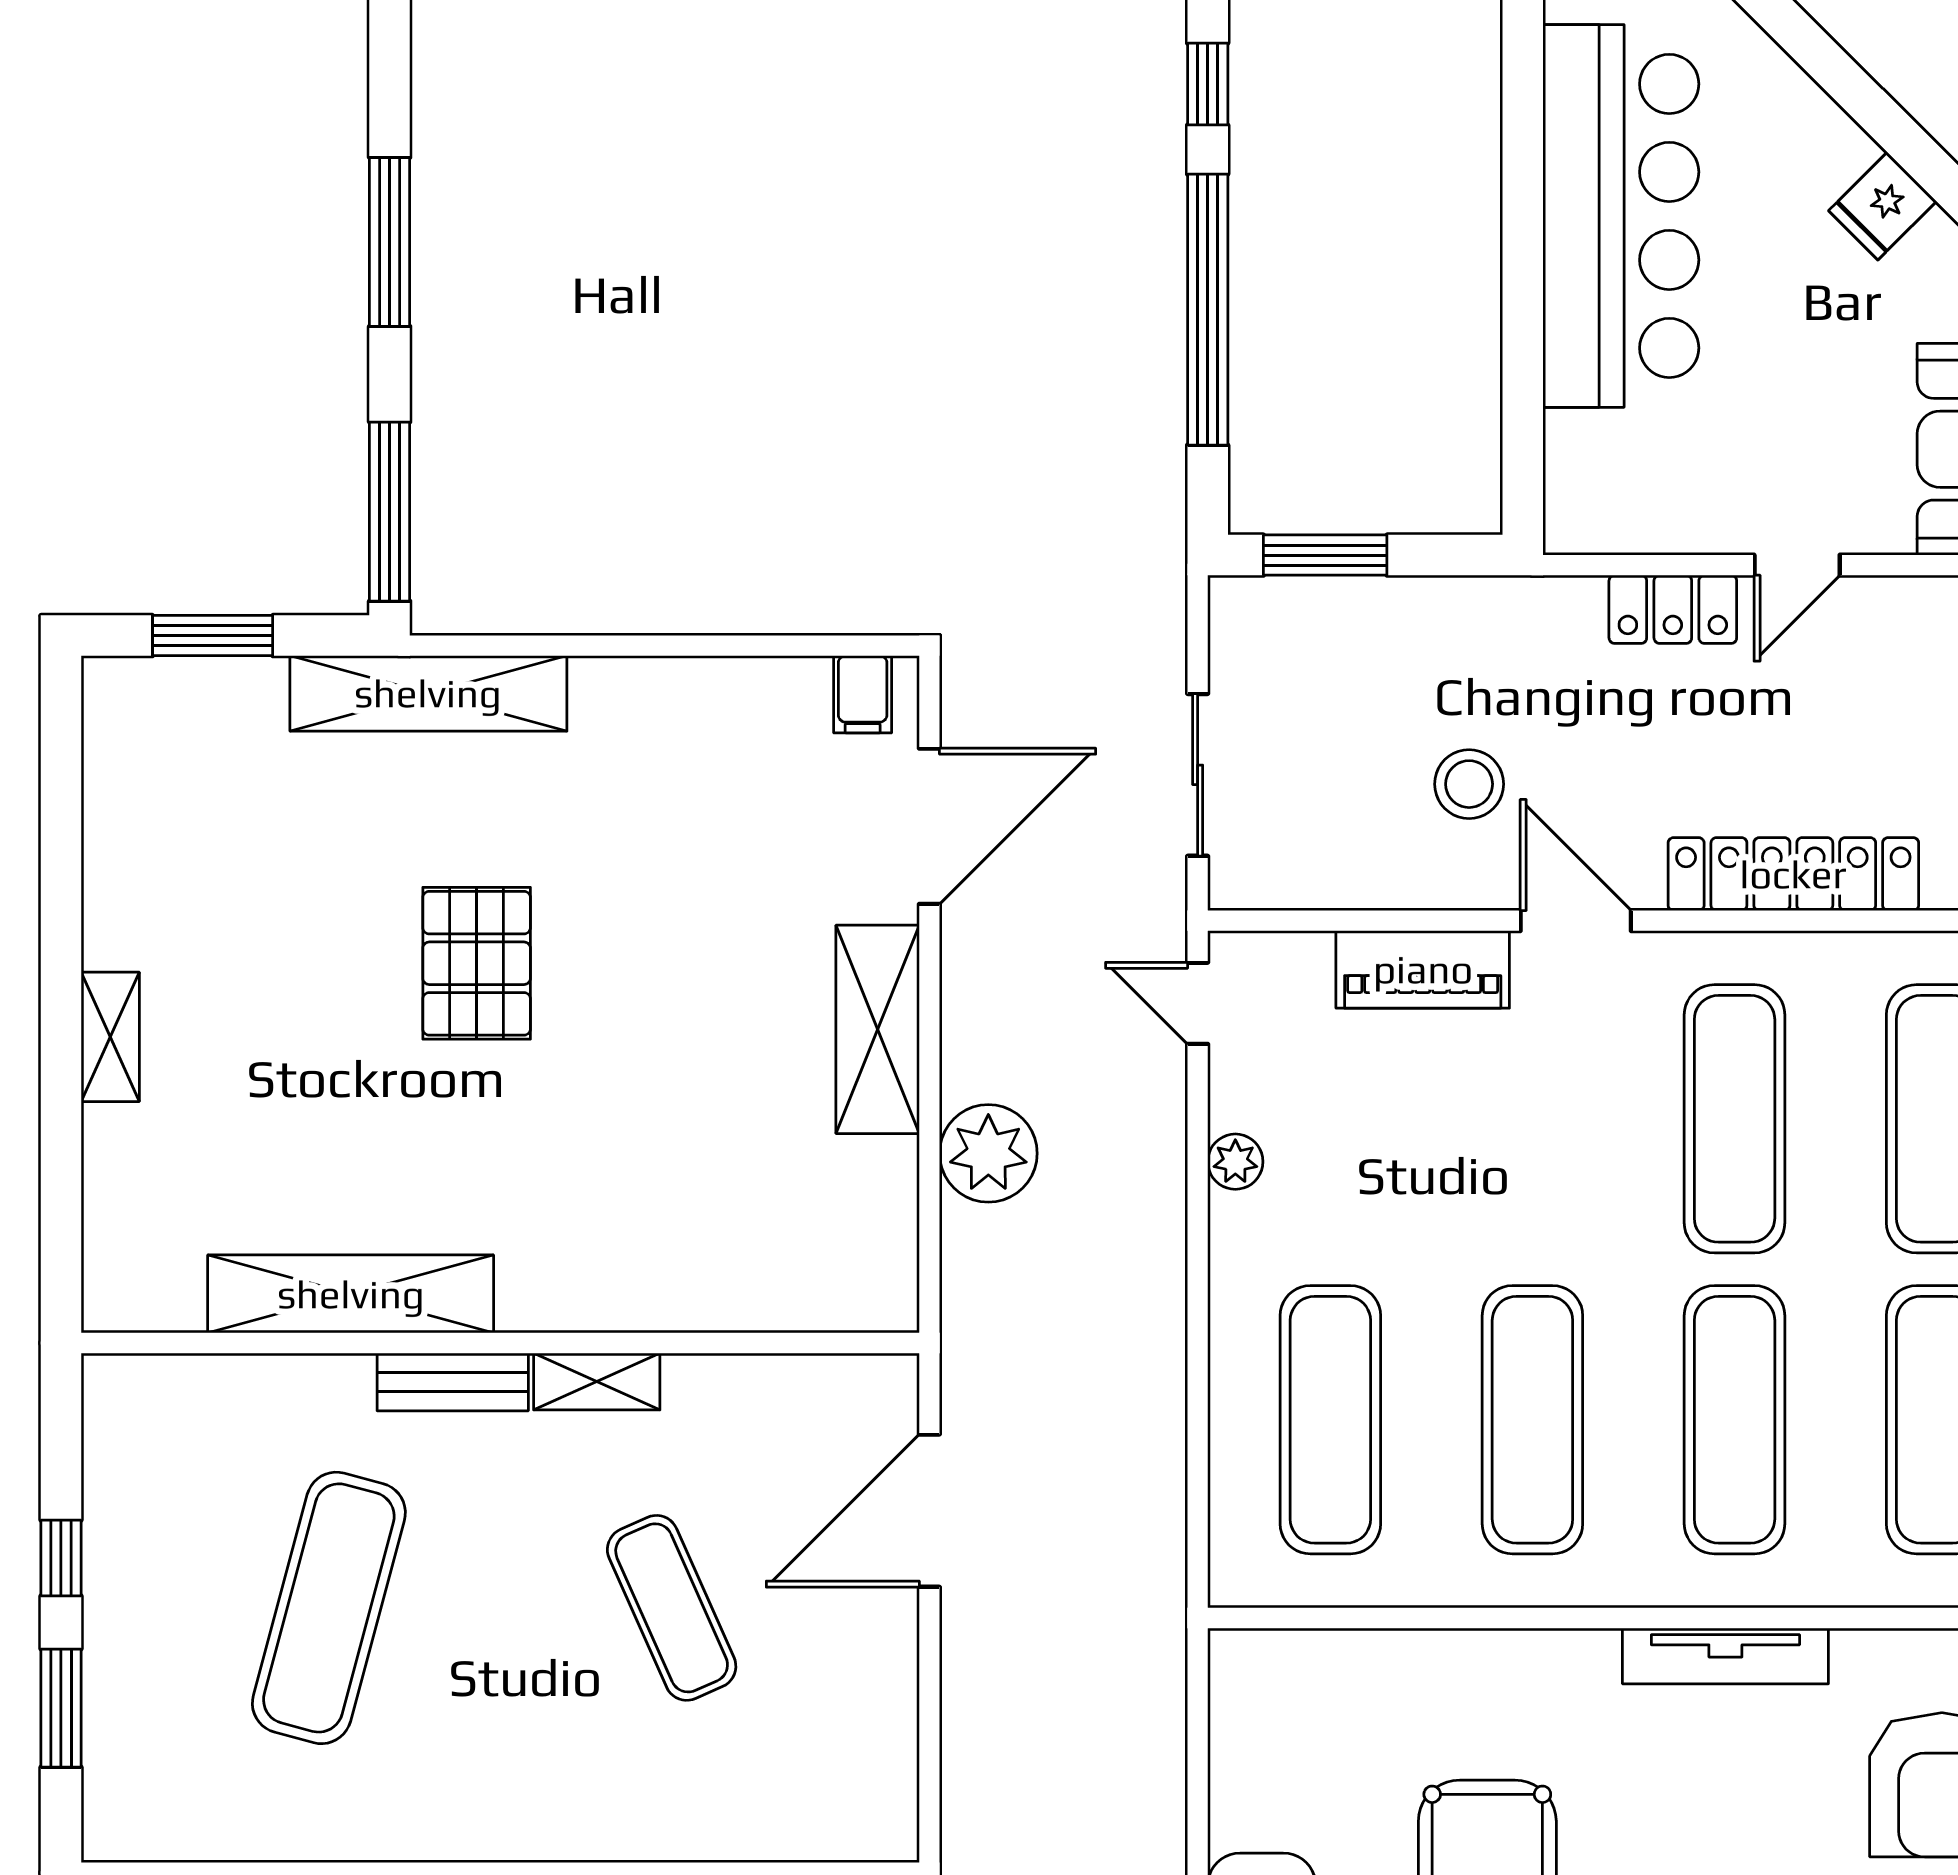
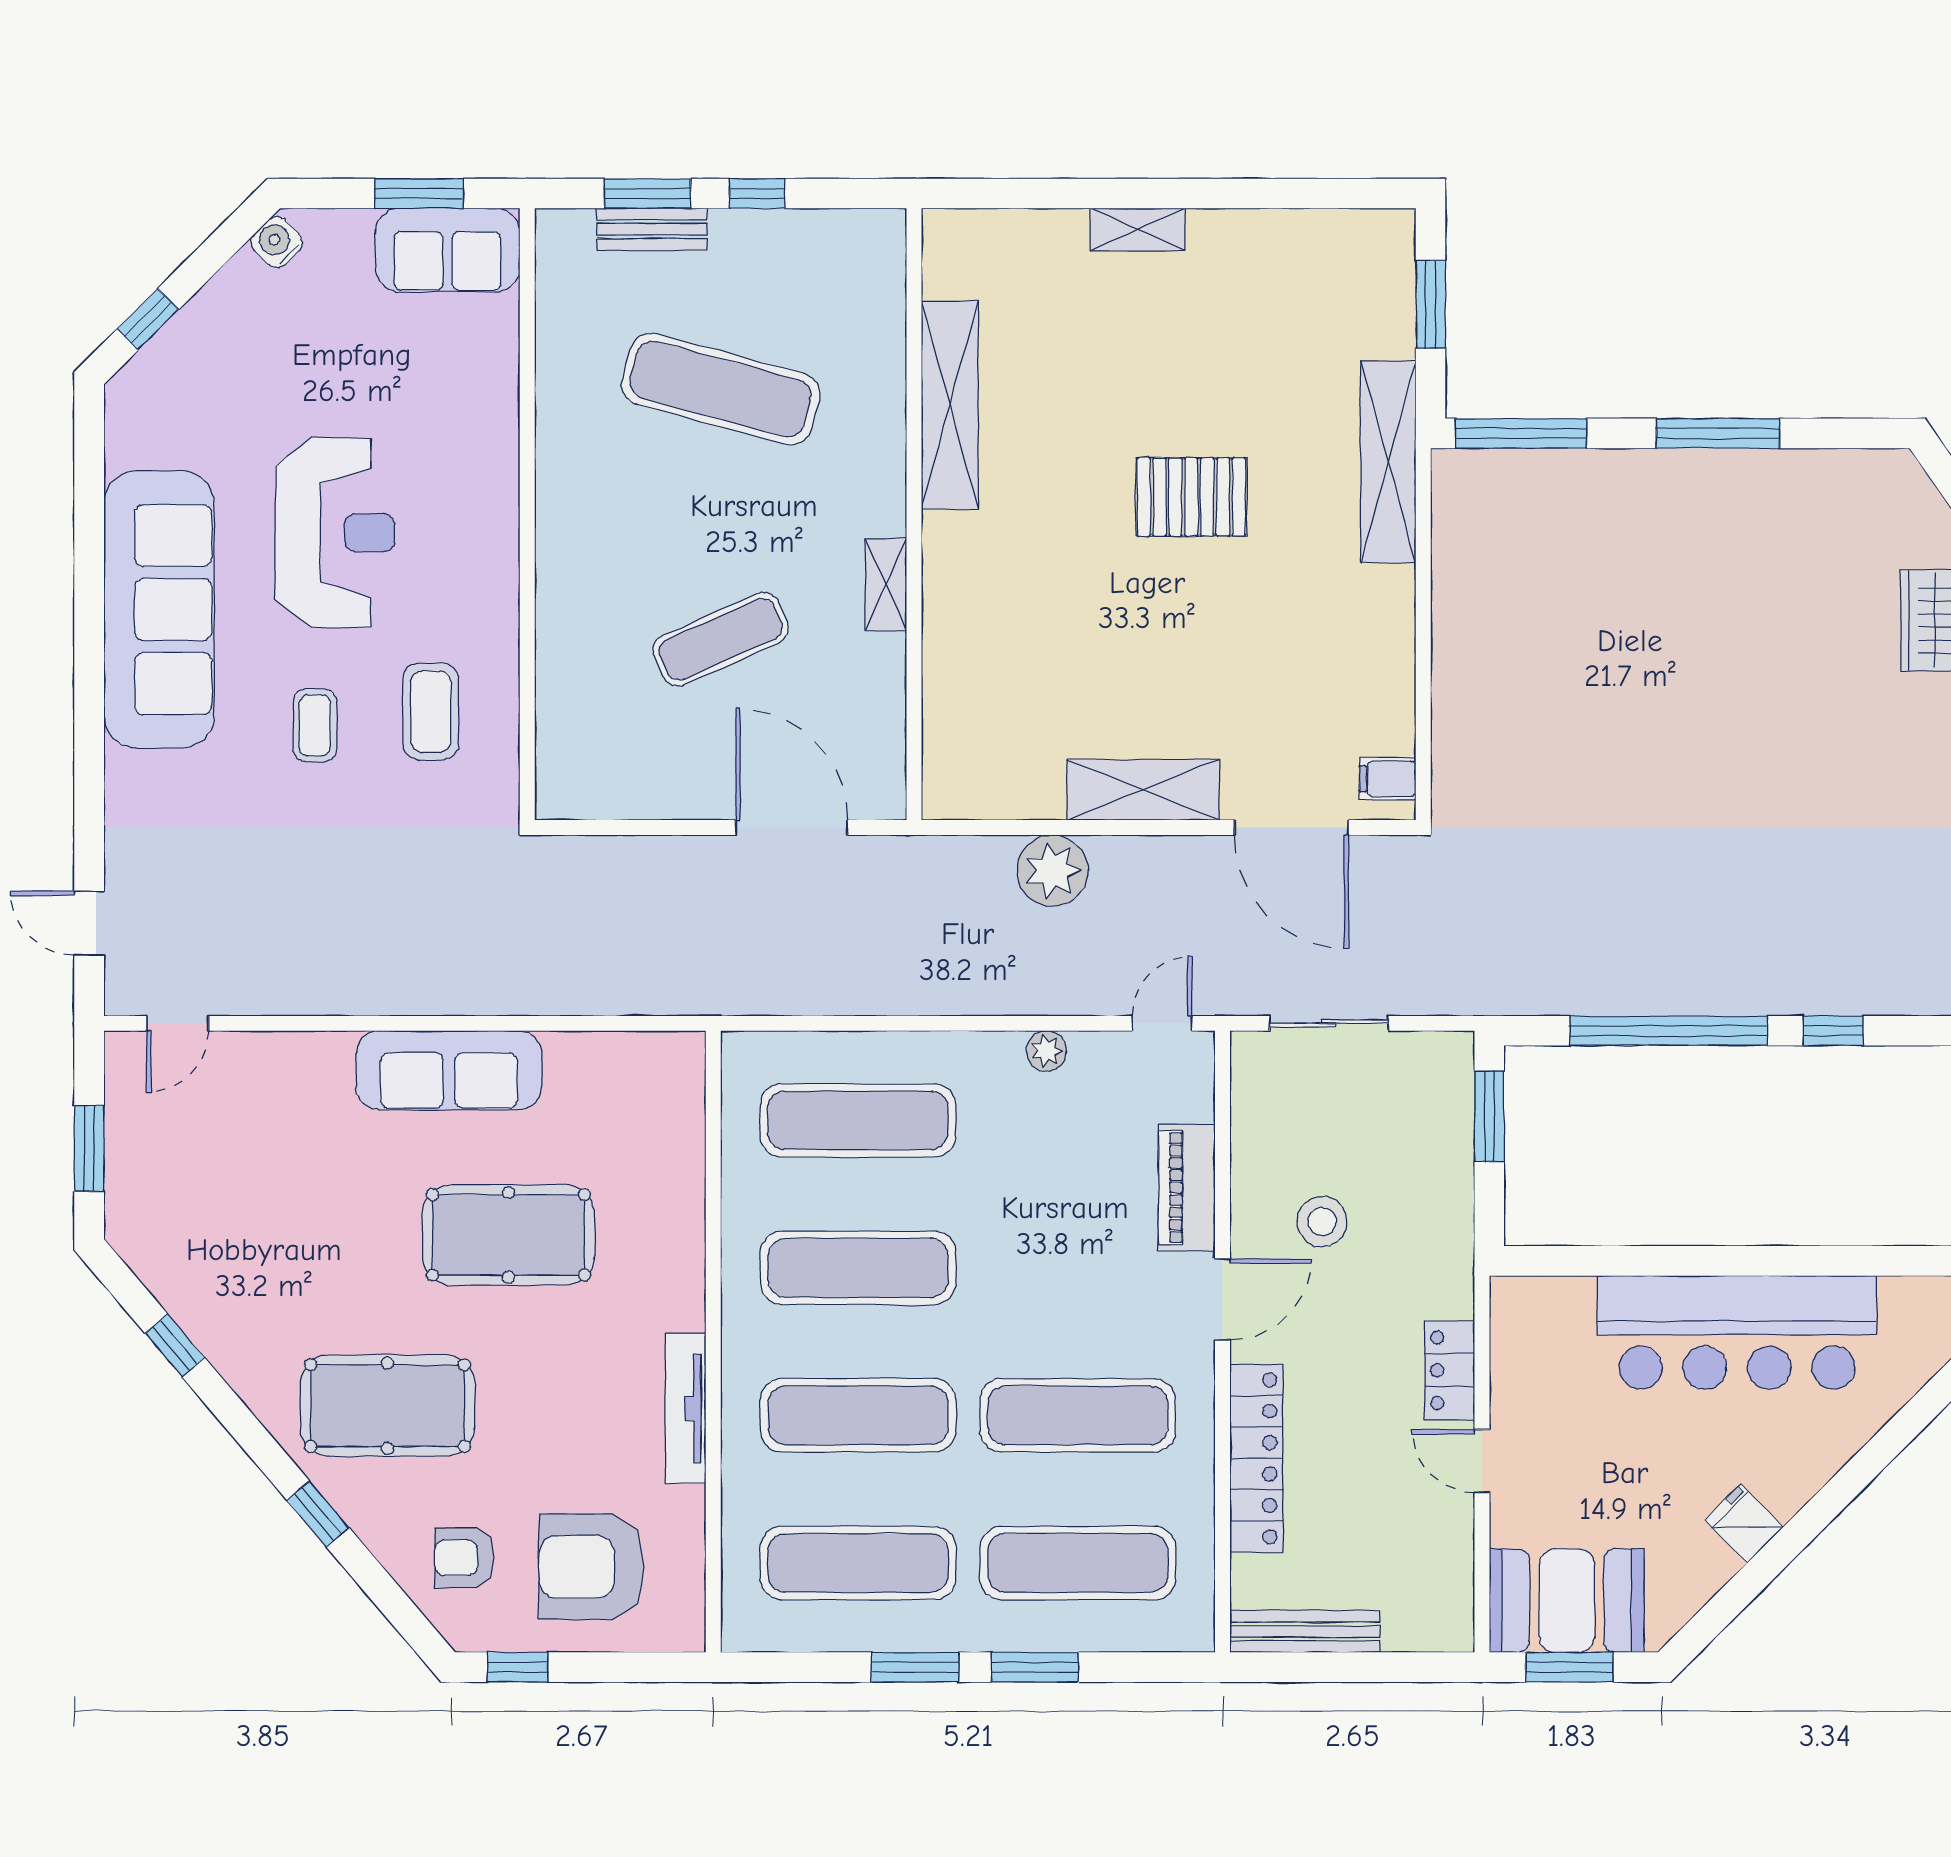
bench: (453, 1382) -> (652, 229), moved, turned 90

